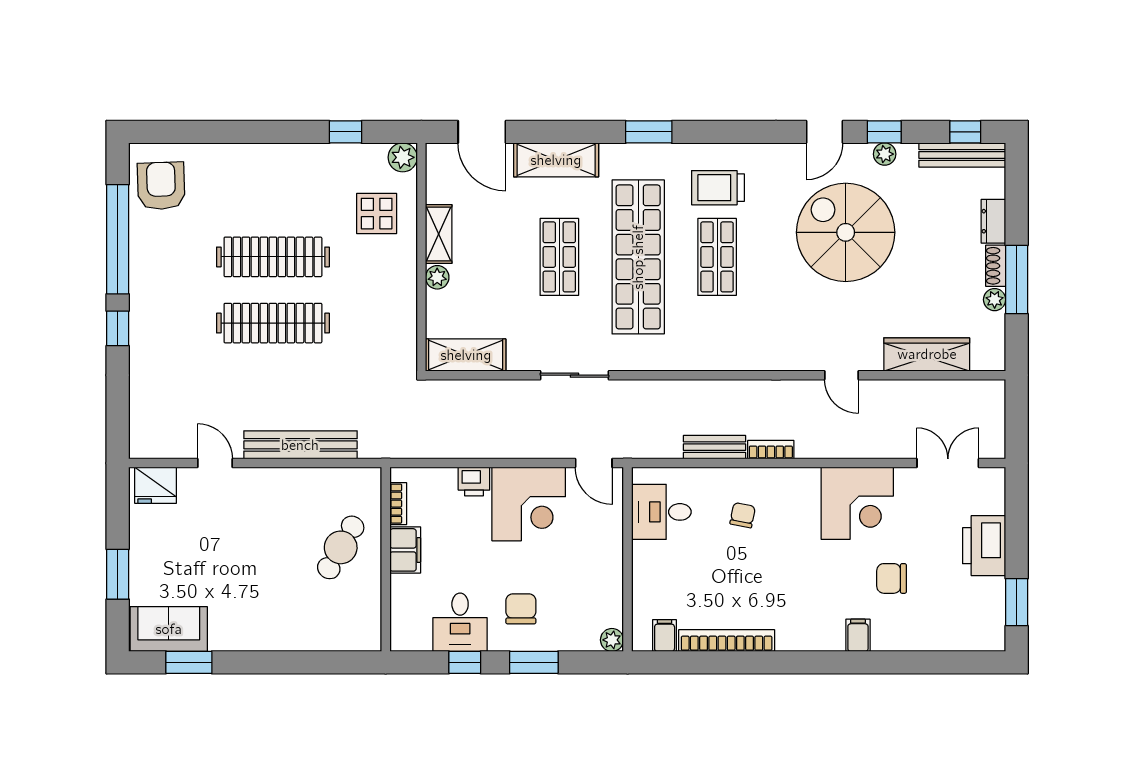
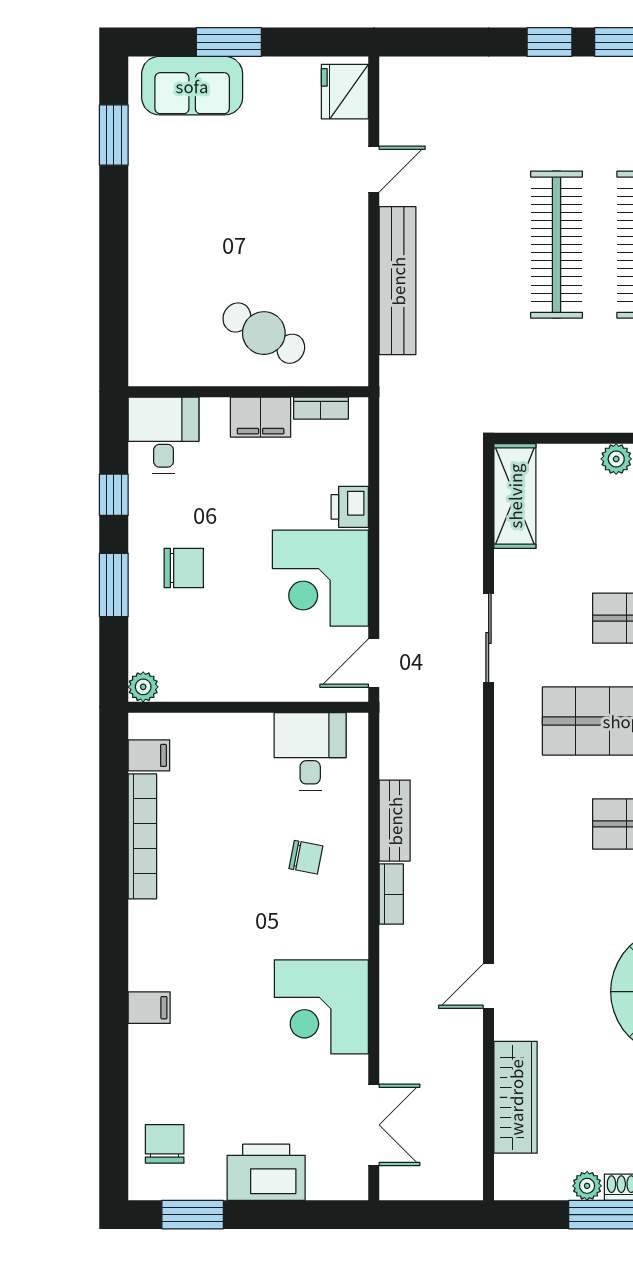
chair: (892, 578) -> (165, 1144), moved
desk: (460, 622) -> (164, 435), moved, turned 90
sofa: (169, 629) -> (192, 86), moved, turned 90

